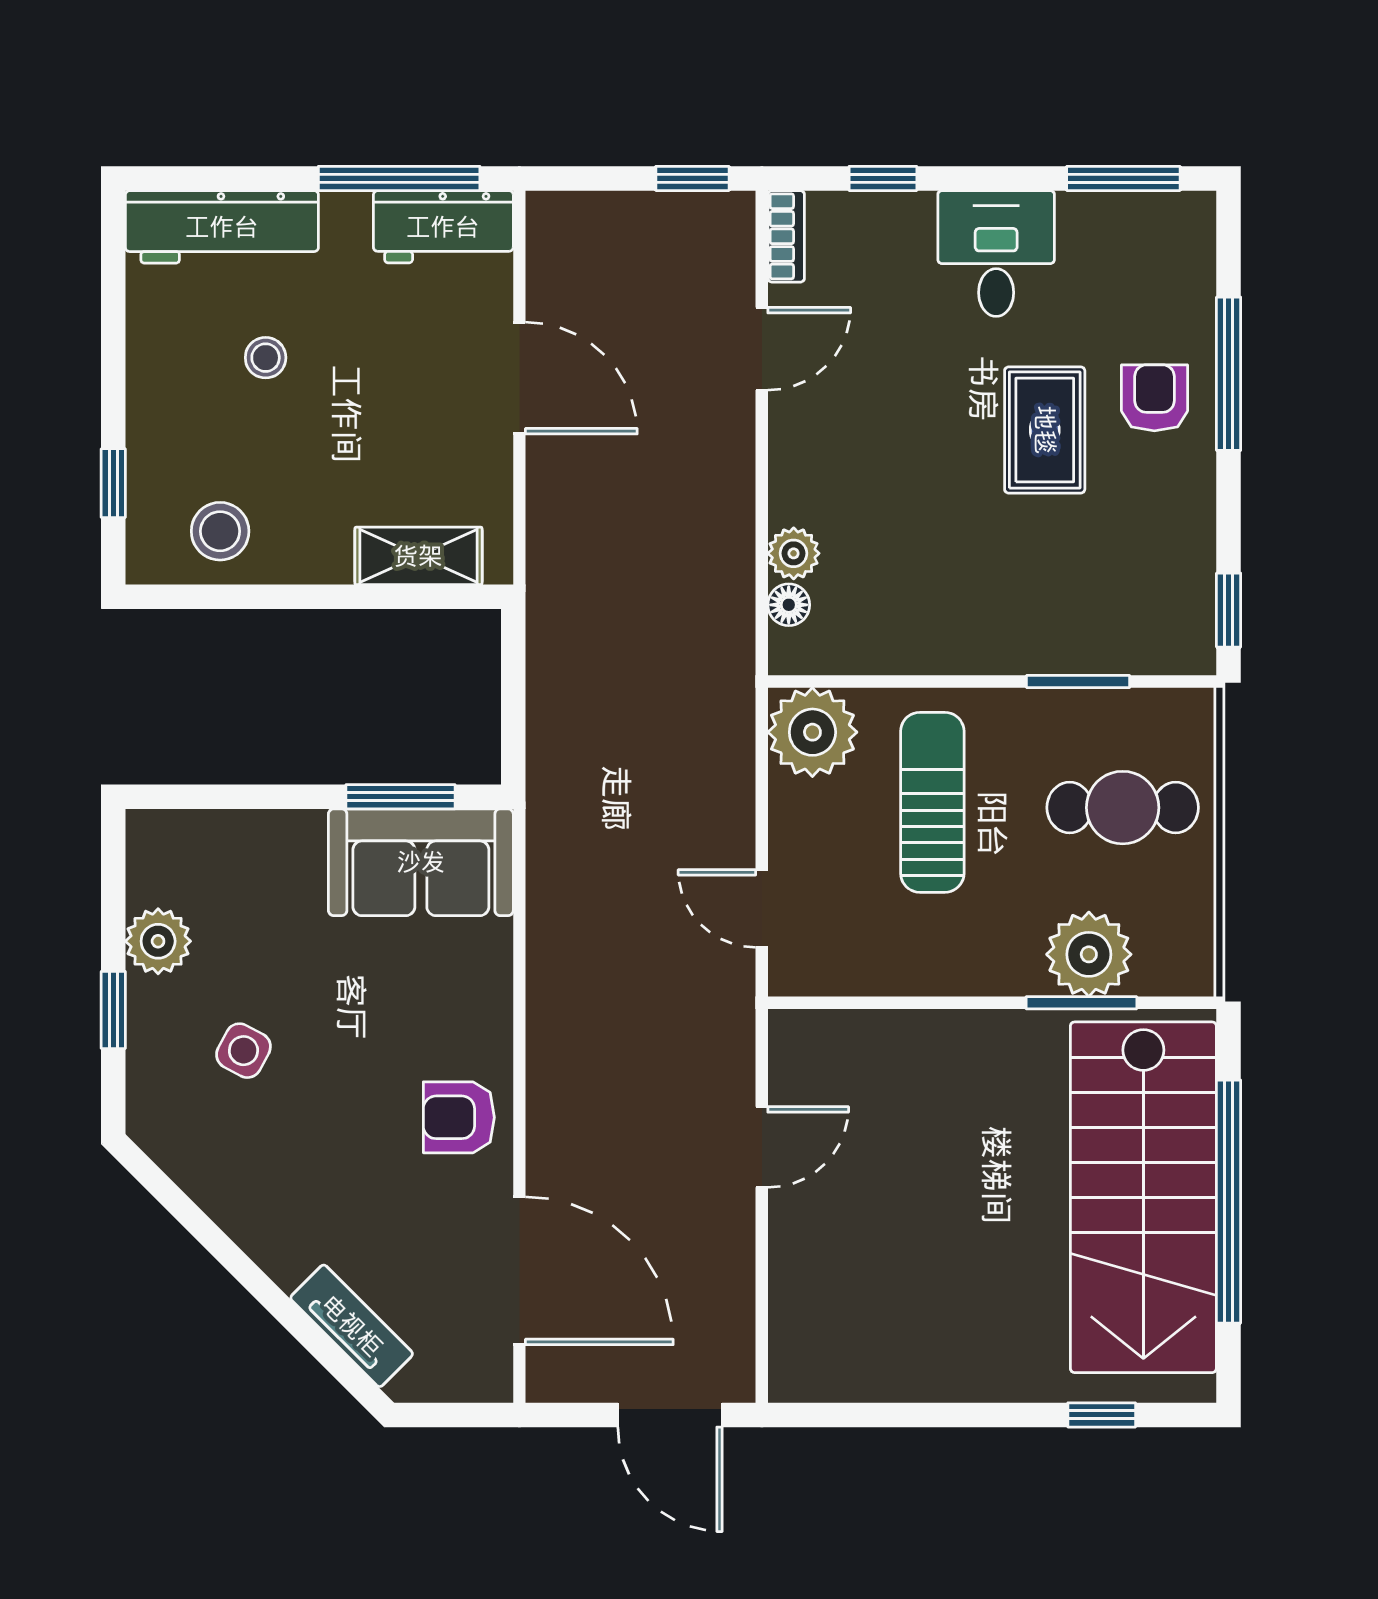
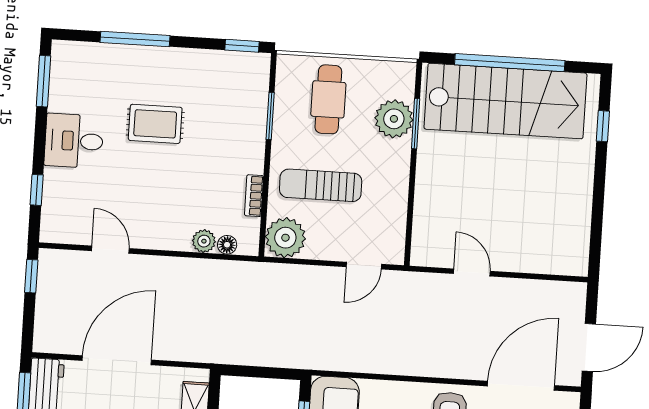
bookcase: (786, 236) -> (254, 196), moved, turned -90
door: (519, 378) -> (117, 360), width x1.36
armchair: (1154, 398) -> (144, 73), removed
door: (670, 1415) -> (589, 347), moved

